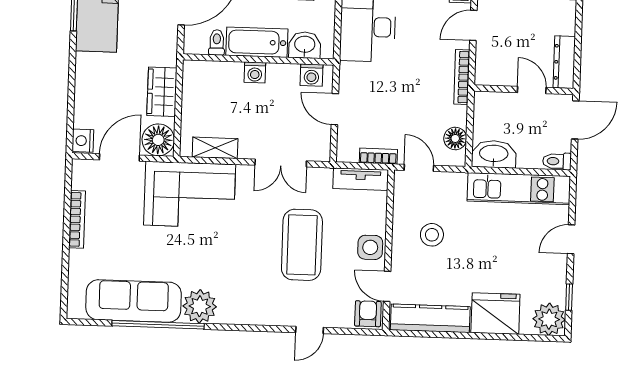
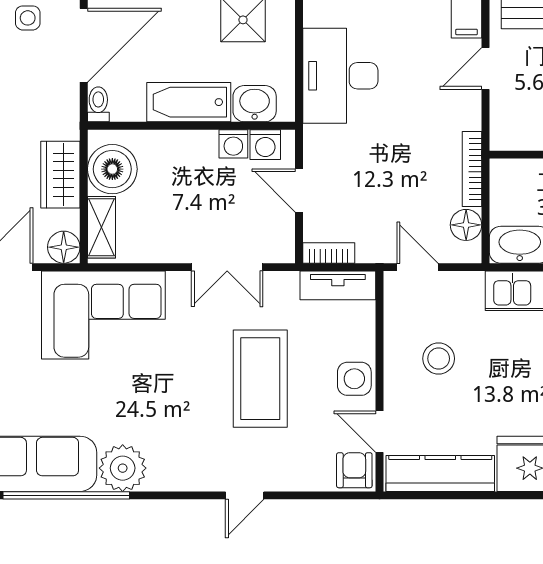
toilet: (217, 42) -> (98, 104), moved
washing machine: (255, 72) -> (233, 144), moved
bookcase: (462, 77) -> (472, 169), moved
boiler: (200, 89) -> (112, 169), added
floor lamp: (158, 140) -> (64, 247), width x0.73, depth x0.73
shelving: (215, 148) -> (101, 227), moved, turned 90
bookcase: (378, 156) -> (329, 253), moved
door: (310, 330) -> (245, 495), moved

